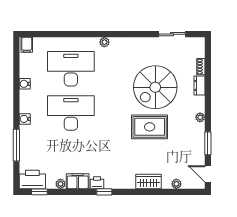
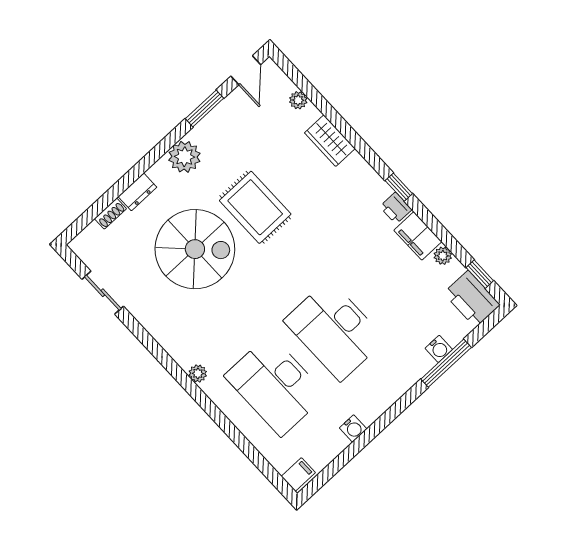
plant: (200, 117) -> (184, 157), width x1.87, depth x1.87
water cooler: (25, 119) -> (439, 349), moved

